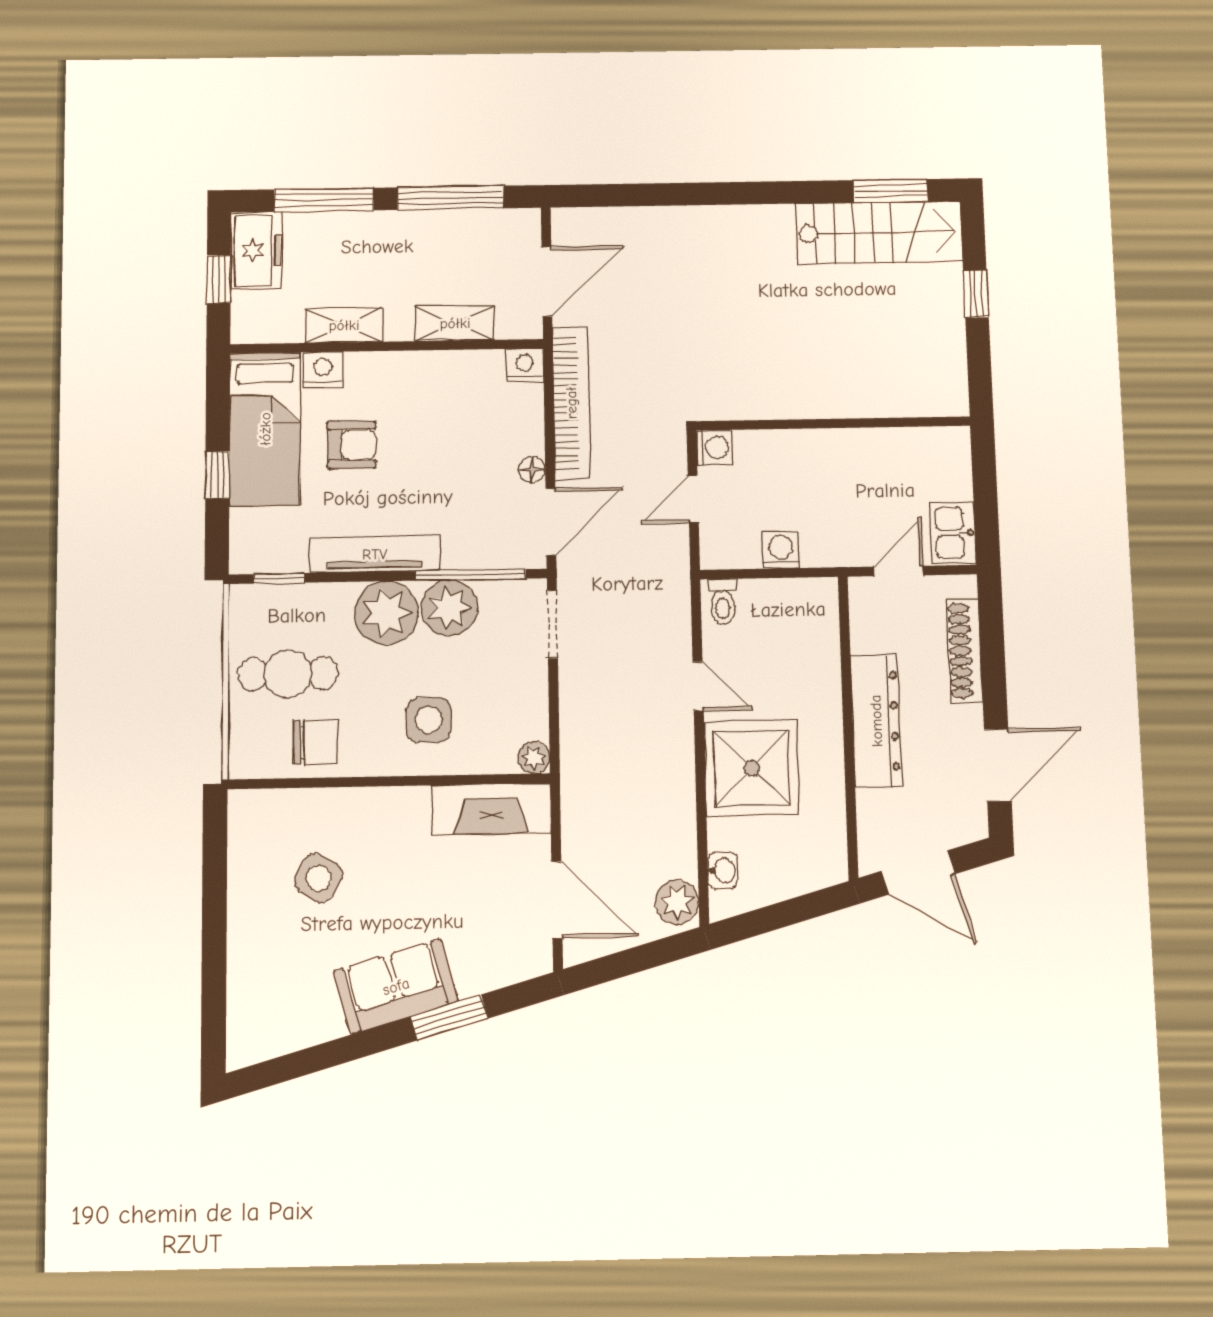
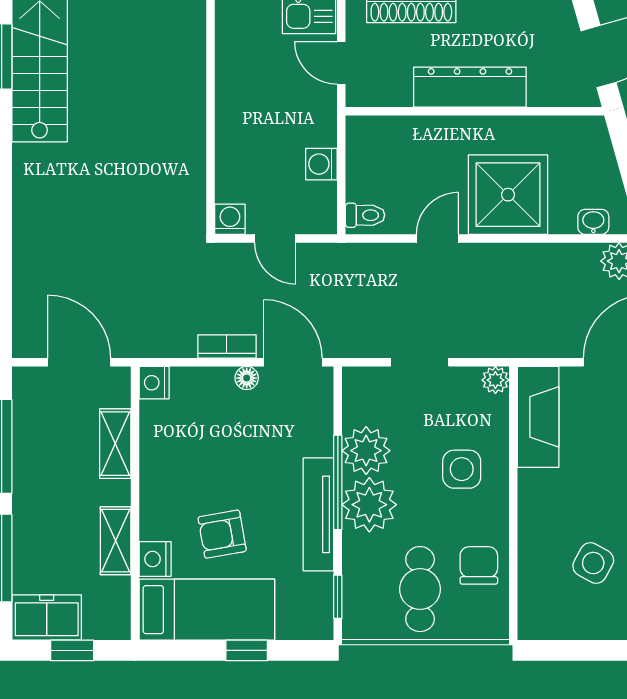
bookcase: (571, 403) -> (227, 346), width x0.43, depth x0.76
armchair: (352, 445) -> (222, 534), turned -100
window: (471, 575) -> (338, 482), moved
doorway: (552, 624) -> (420, 362), moved

